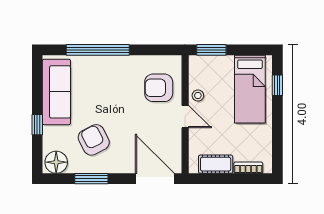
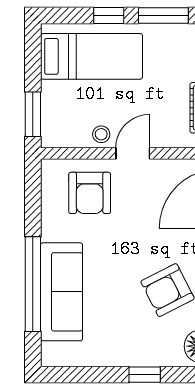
window: (277, 85) -> (109, 15), moved
sofa: (56, 92) -> (62, 292), moved, turned 90
window: (277, 137) -> (163, 15), added

